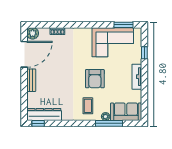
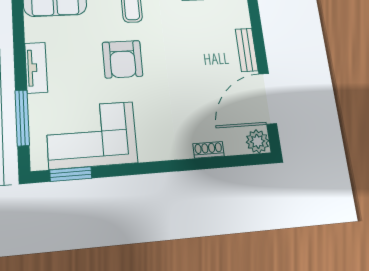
window: (144, 53) -> (22, 118), width x2.17
armchair: (95, 79) -> (123, 59), turned 180

